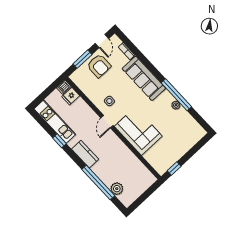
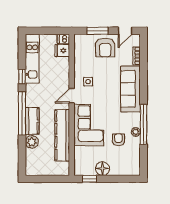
armchair: (169, 122) -> (118, 140), added
floor lamp: (177, 153) -> (103, 169), added
kitchen counter: (85, 154) -> (32, 121), moved
kitchen counter: (126, 156) -> (62, 135), added
window: (98, 182) -> (22, 113), moved
plant: (117, 189) -> (32, 142), moved

